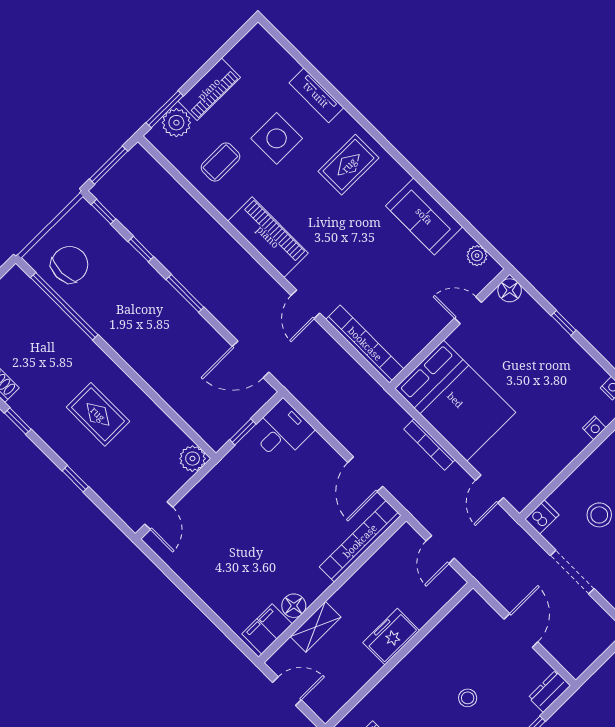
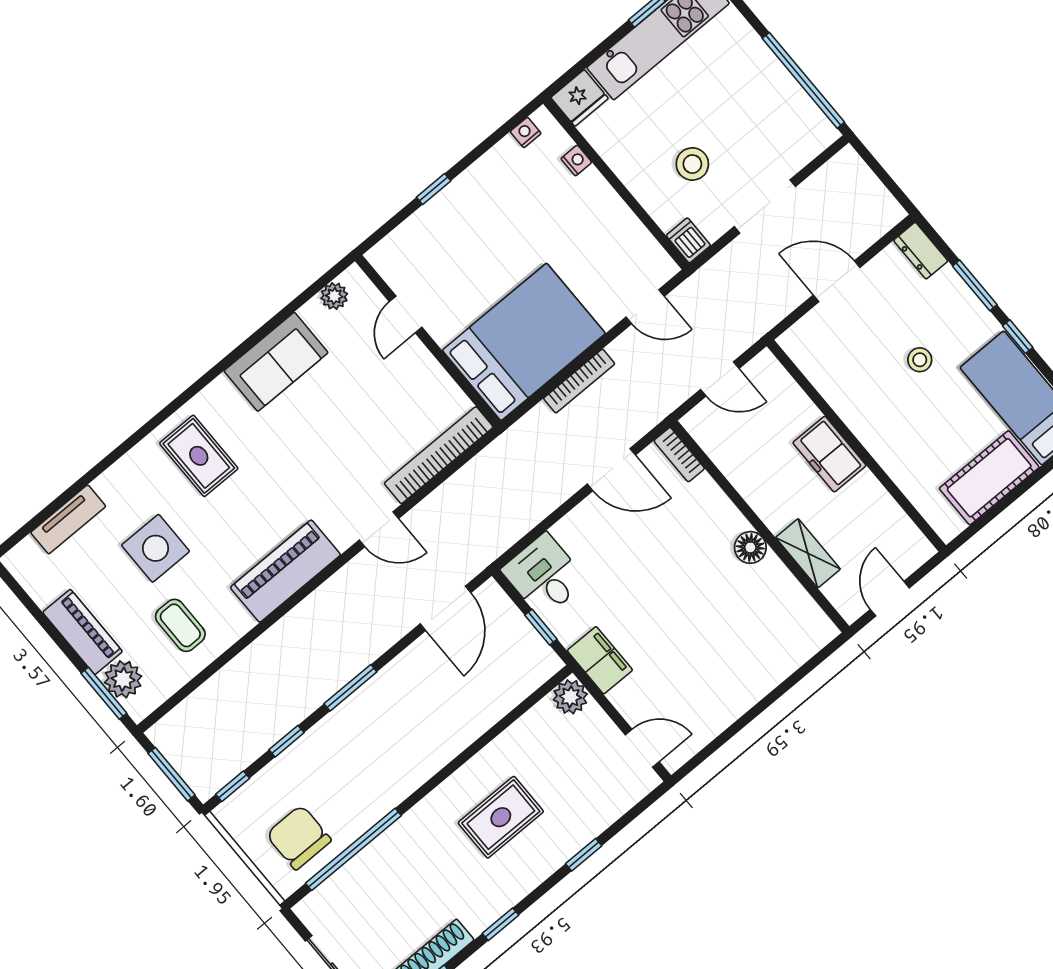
tv unit: (316, 95) -> (68, 519), moved
floor lamp: (510, 290) -> (384, 257), removed
bookcase: (360, 541) -> (679, 455), width x0.43, depth x0.76
floor lamp: (294, 606) -> (750, 547), moved
filing cabinet: (267, 629) -> (600, 660), moved, turned 180

